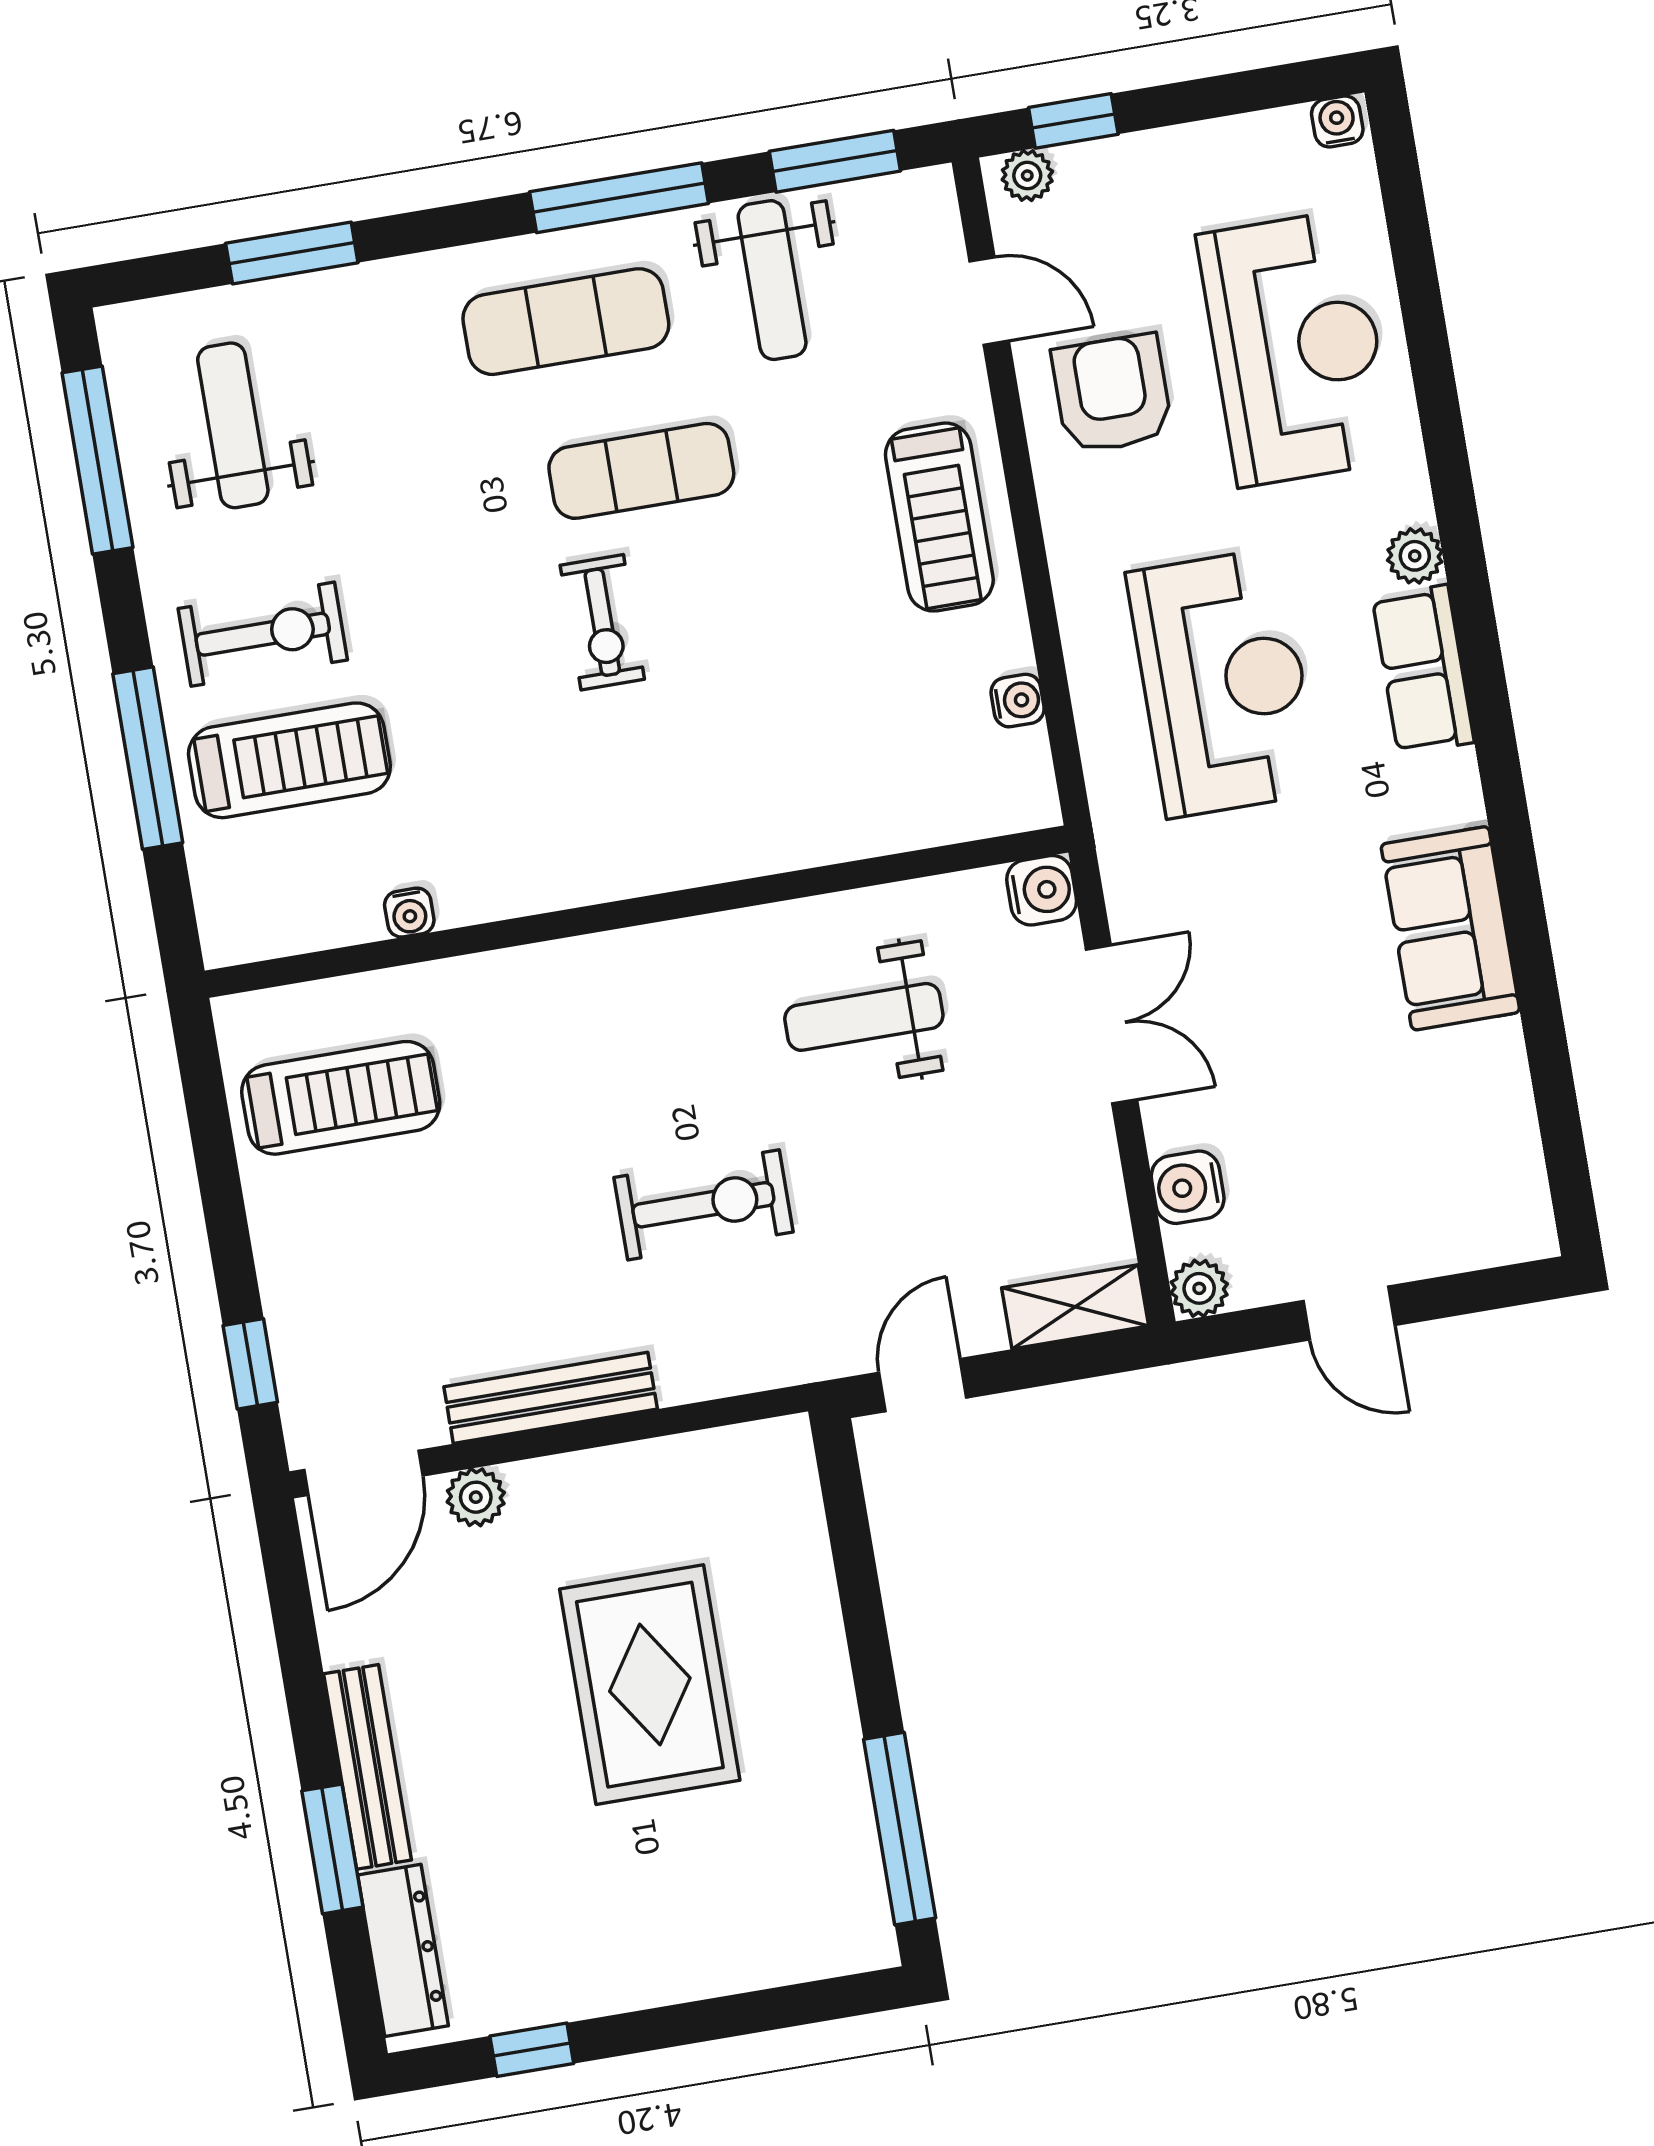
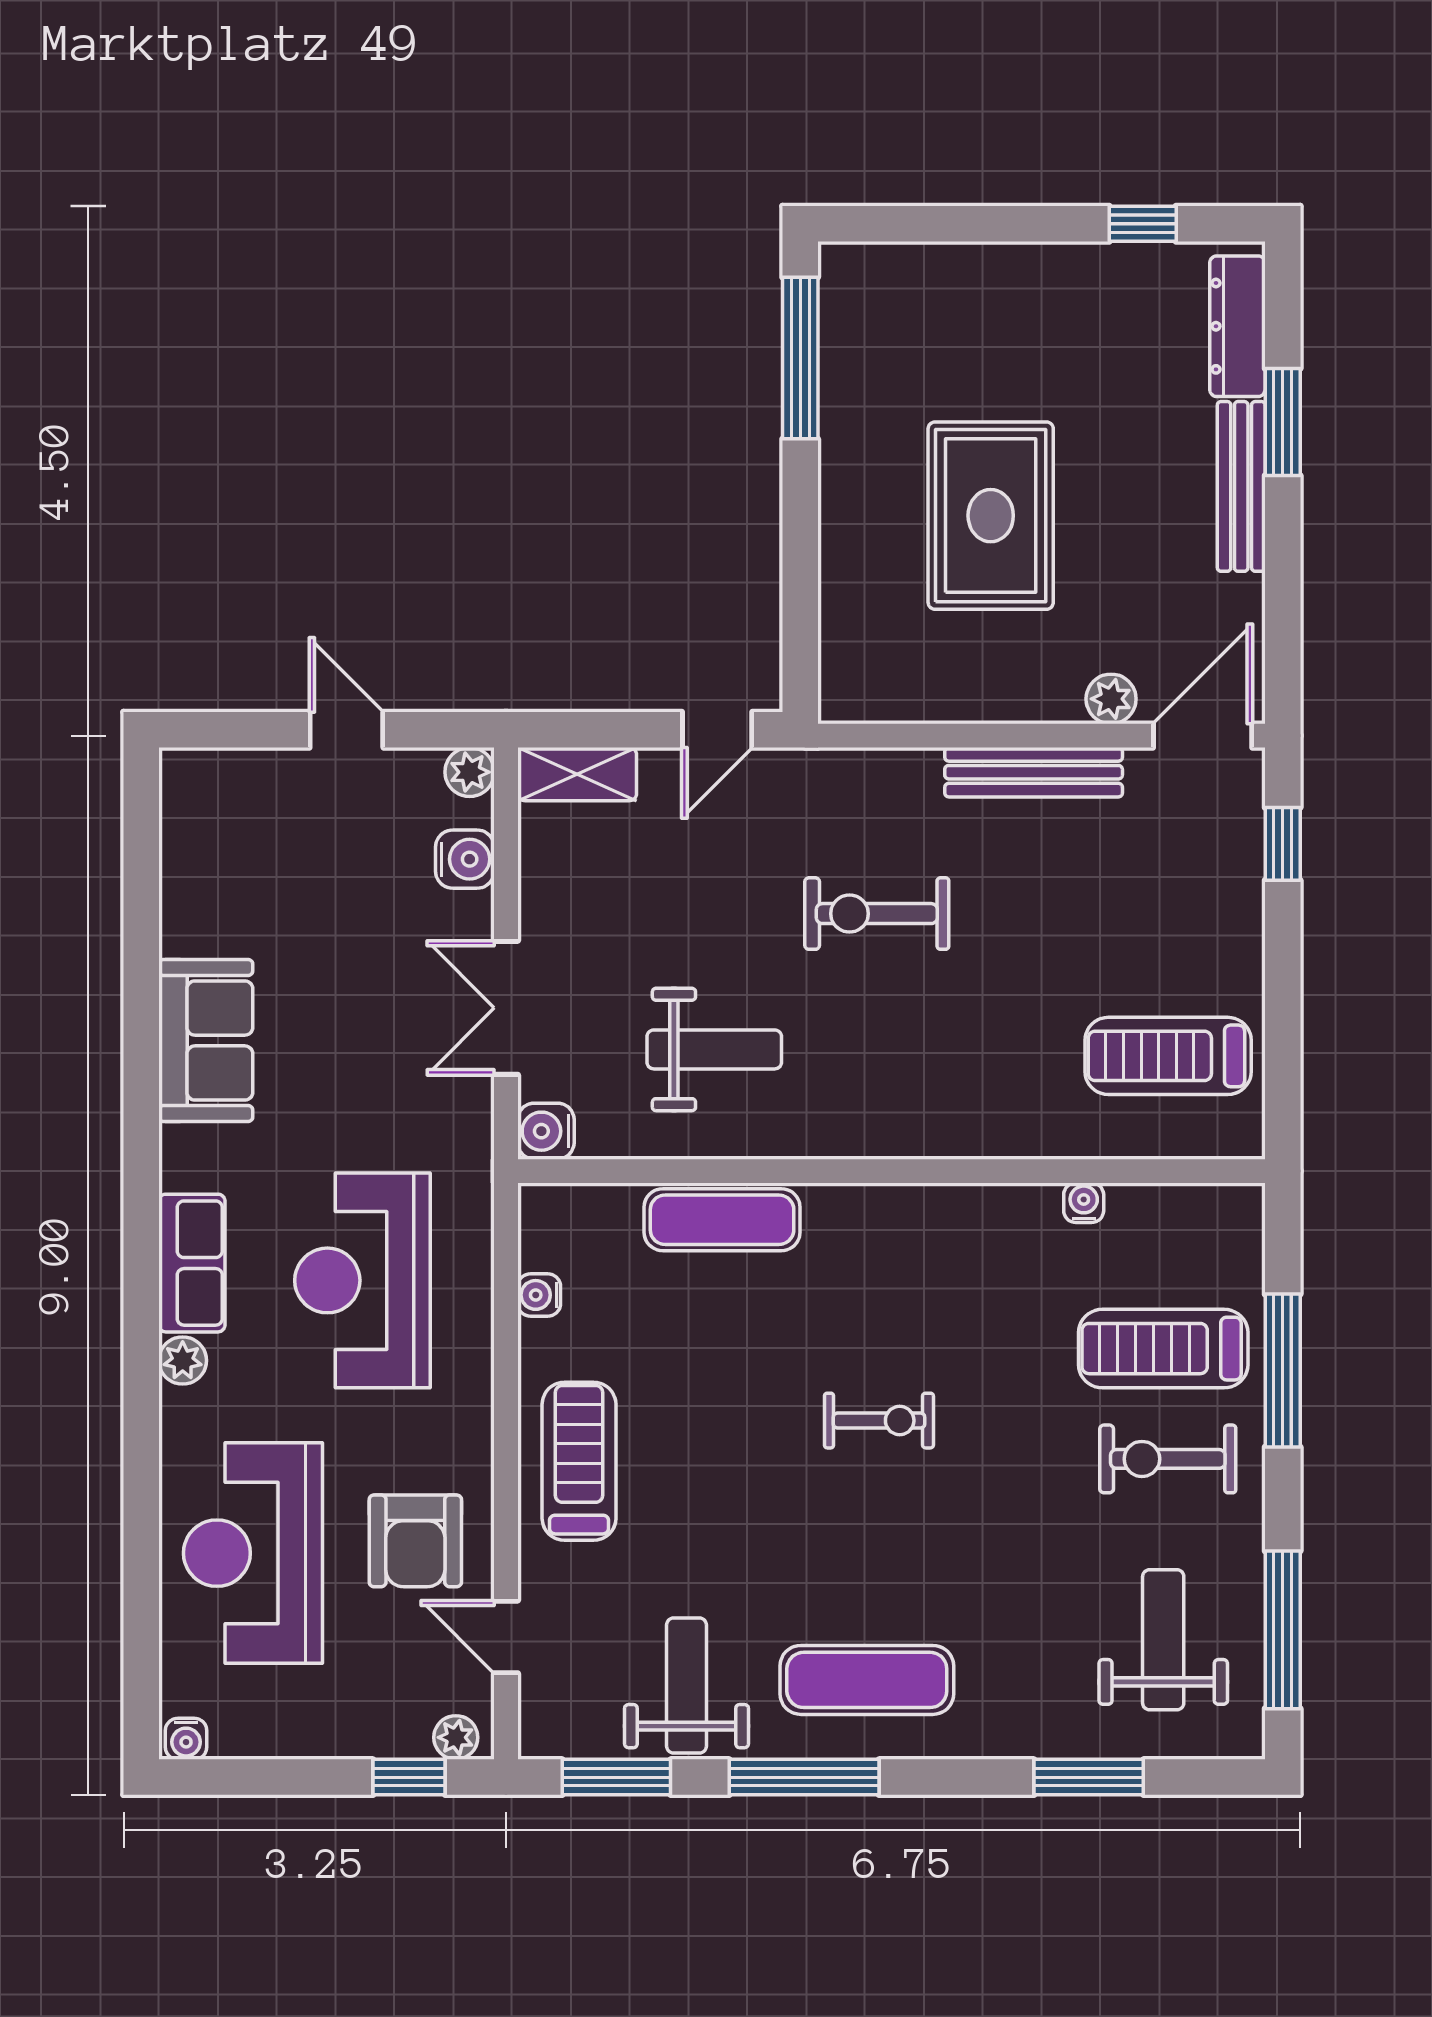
weight bench: (233, 425) -> (1163, 1640), turned 180
exercise mat: (641, 471) -> (722, 1220), moved
exercise bike: (602, 622) -> (879, 1421), turned 90

